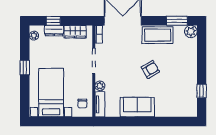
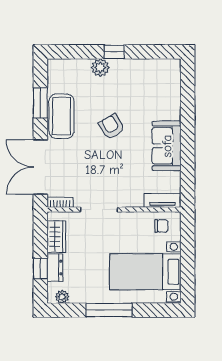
window: (177, 21) -> (40, 103), moved
plant: (191, 32) -> (100, 68), moved
window: (25, 68) -> (109, 310), width x2.17
plant: (100, 86) -> (135, 200), removed
window: (202, 91) -> (114, 52), moved

